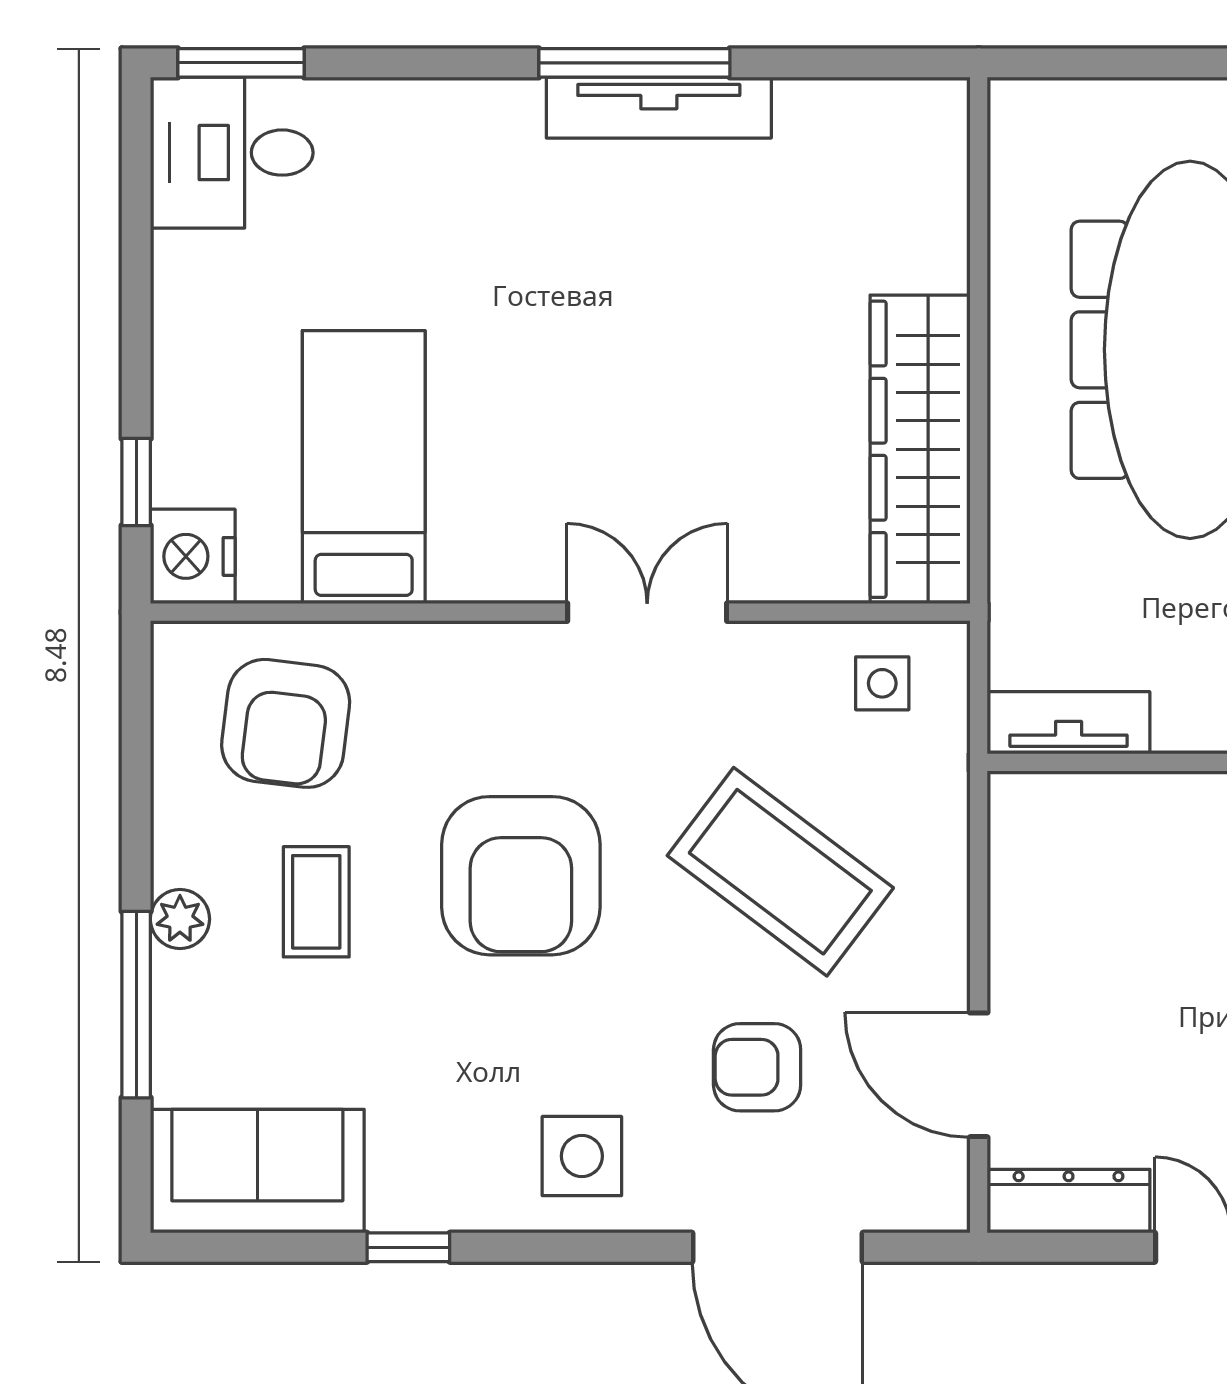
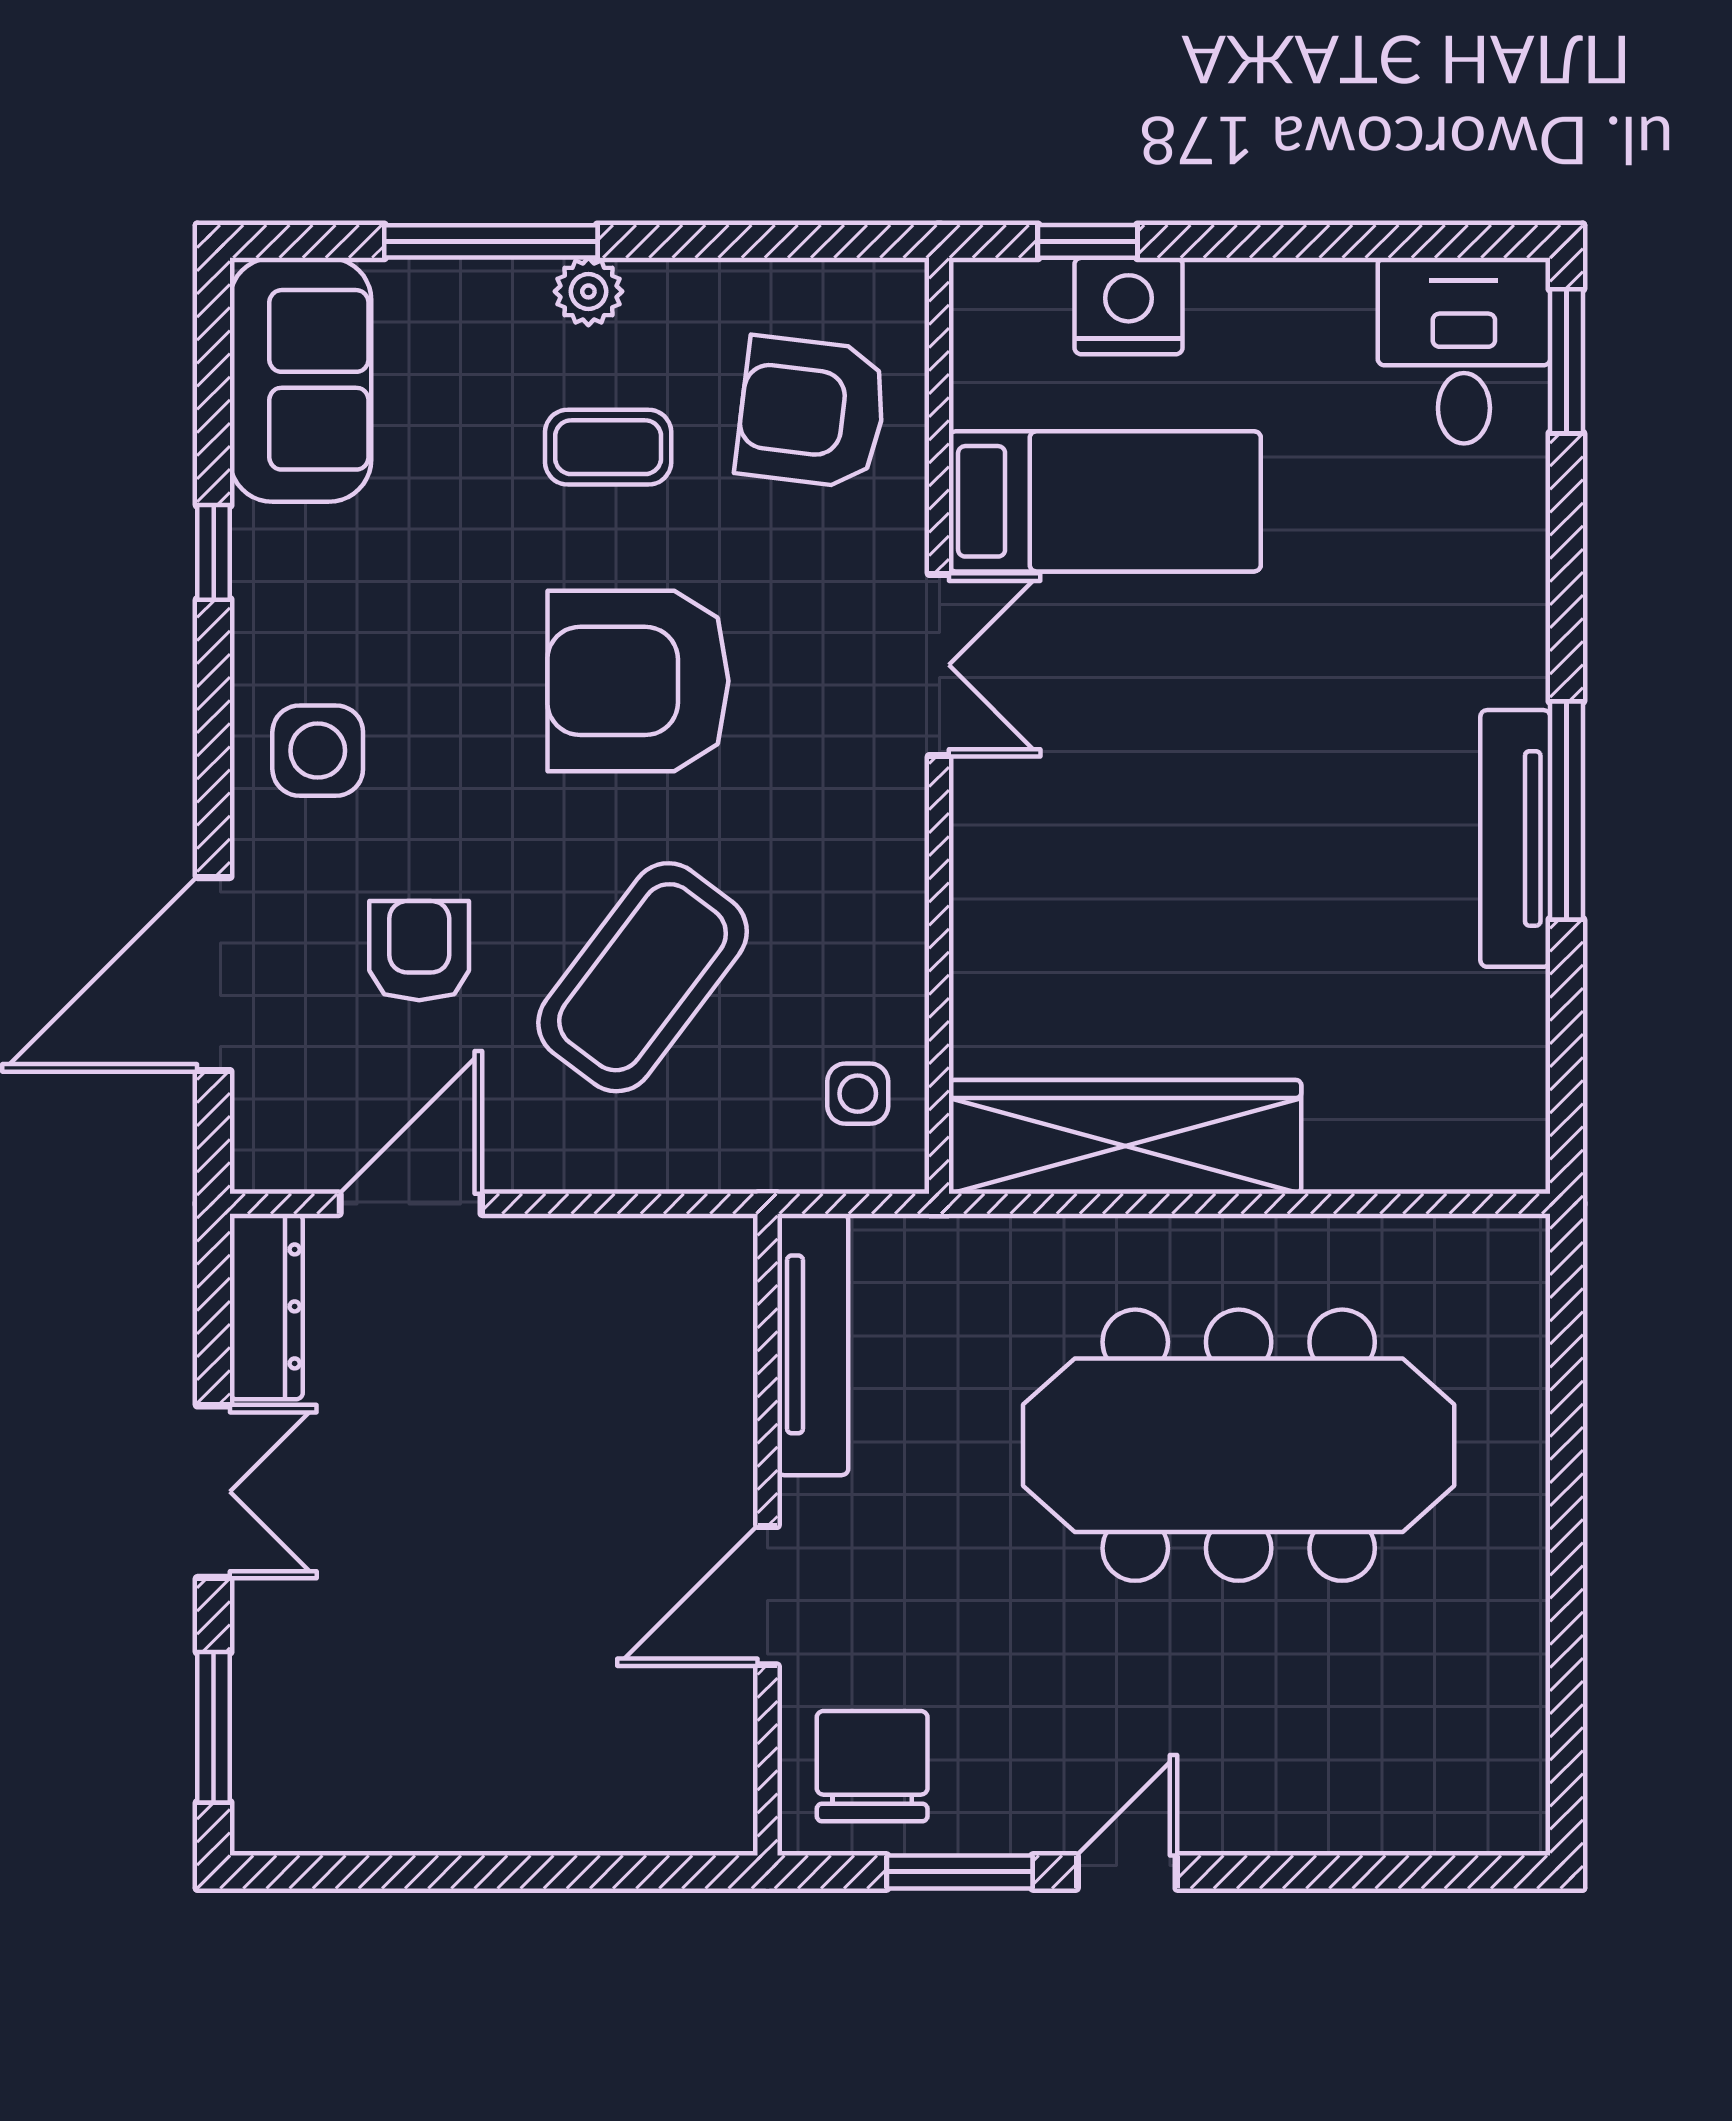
nightstand: (193, 556) -> (1129, 306), moved
double door: (647, 612) -> (939, 665), moved
tv unit: (1069, 723) -> (813, 1344), width x1.41

